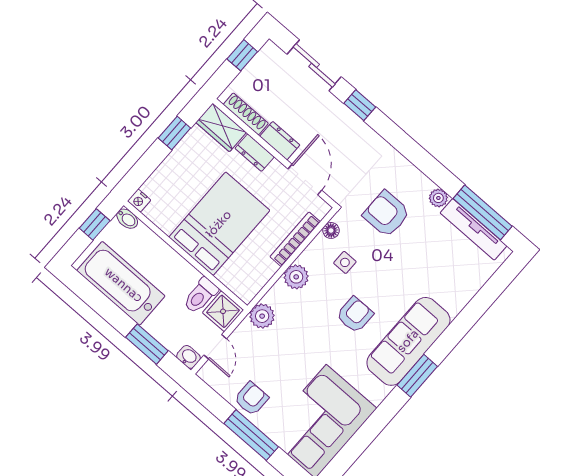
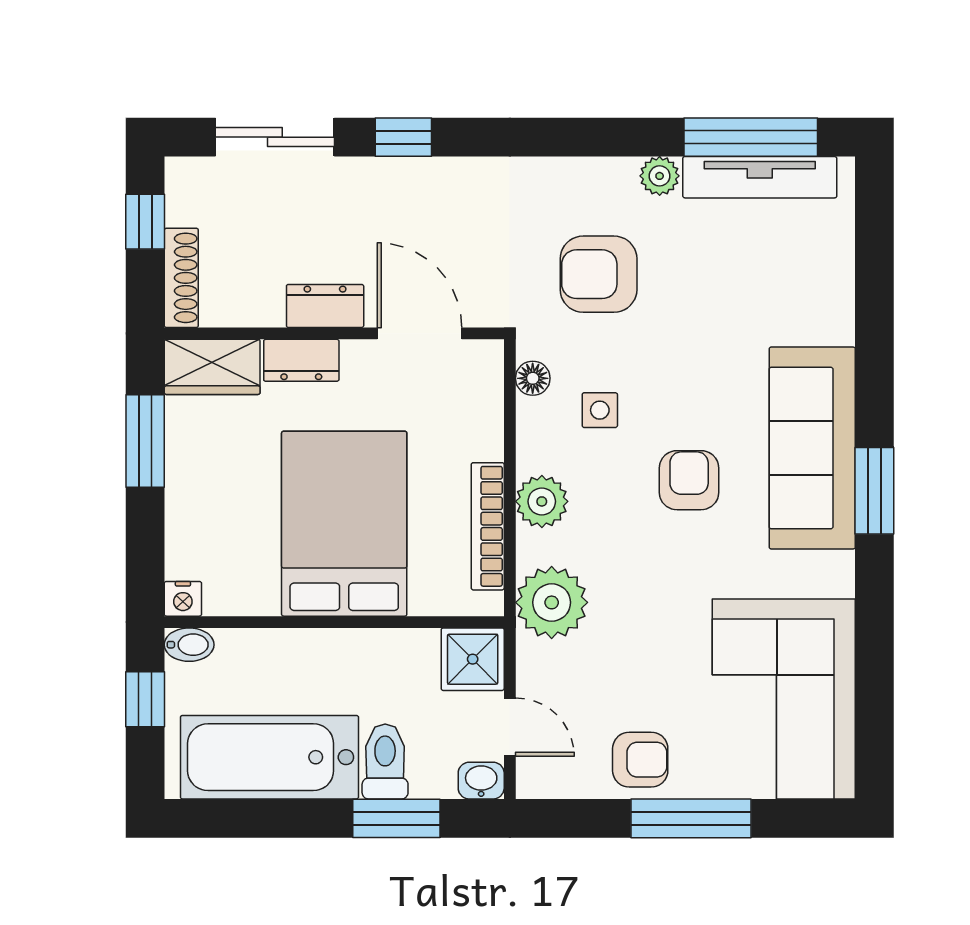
shoe rack: (246, 114) -> (181, 278), moved, turned 90
window: (174, 133) -> (145, 441), width x1.50
bookcase: (295, 239) -> (488, 526), moved
toilet: (201, 296) -> (385, 761), moved, turned 180
plant: (262, 316) -> (552, 602), width x1.36, depth x1.36
armchair: (251, 399) -> (640, 760), turned 90

